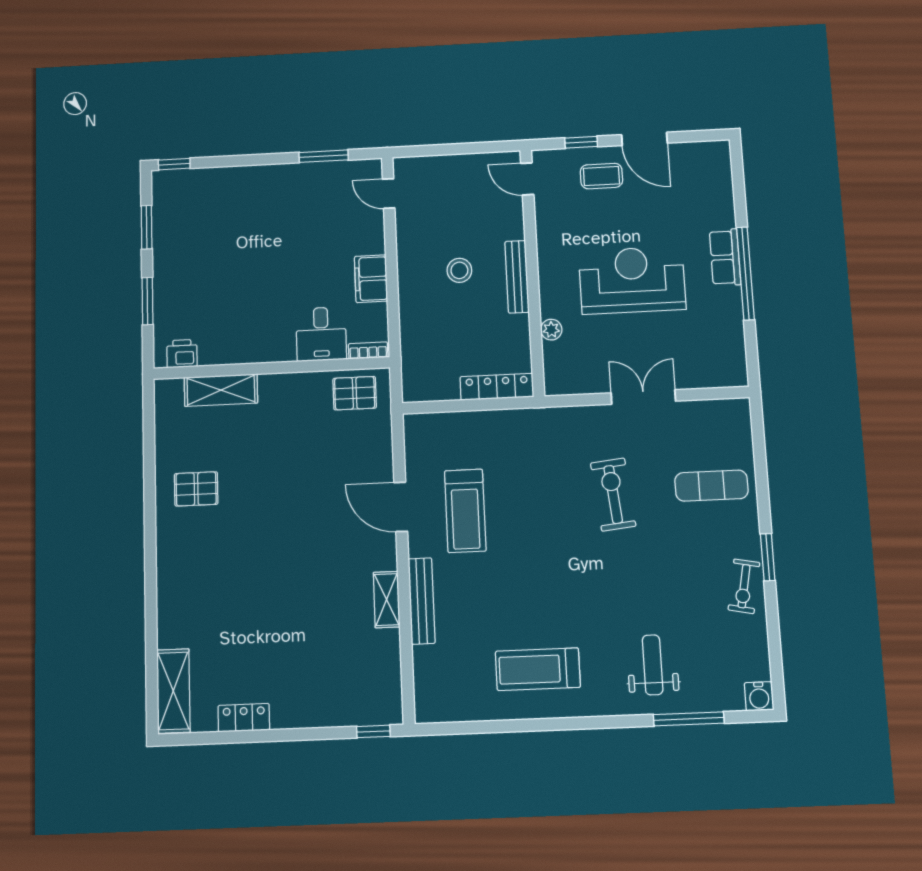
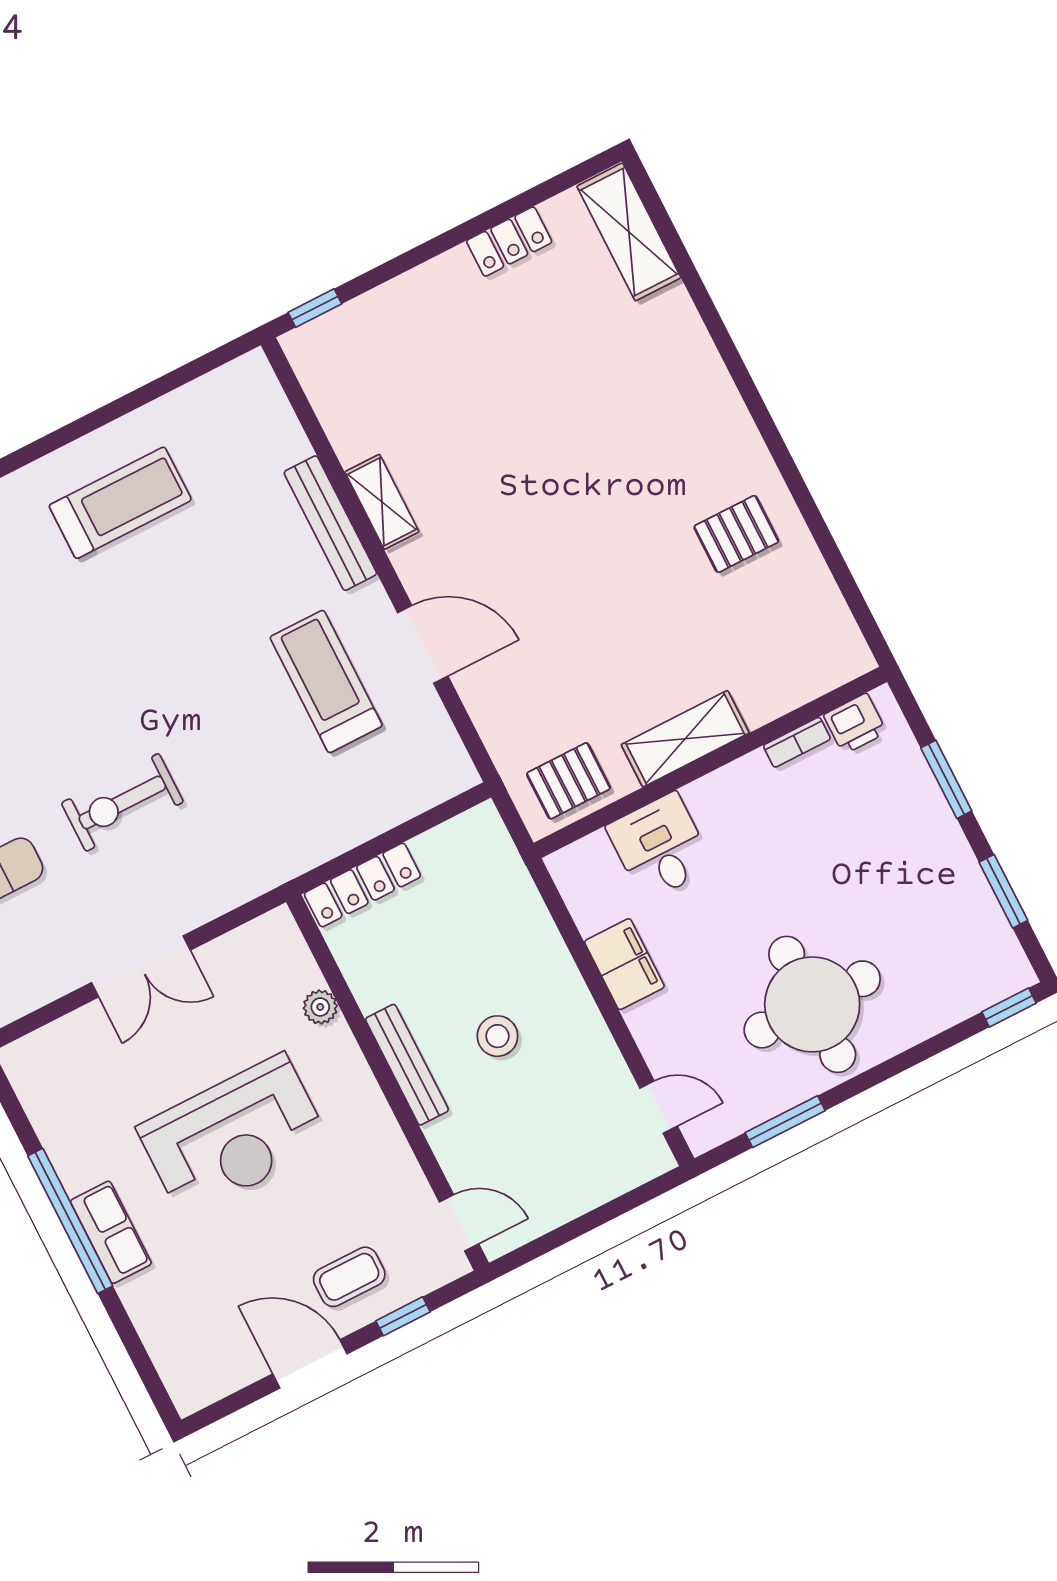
round table: (279, 212) -> (812, 1004), added
bookcase: (368, 350) -> (797, 742), moved
shelving: (221, 390) -> (685, 739), moved
exercise bike: (613, 495) -> (122, 803), turned 96

